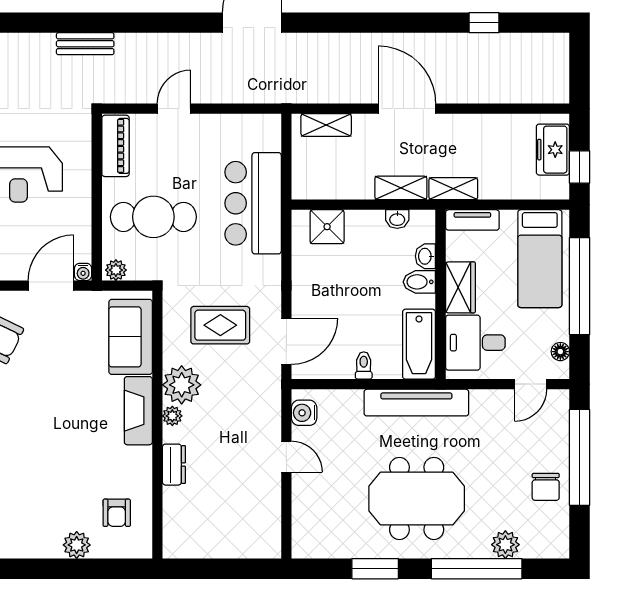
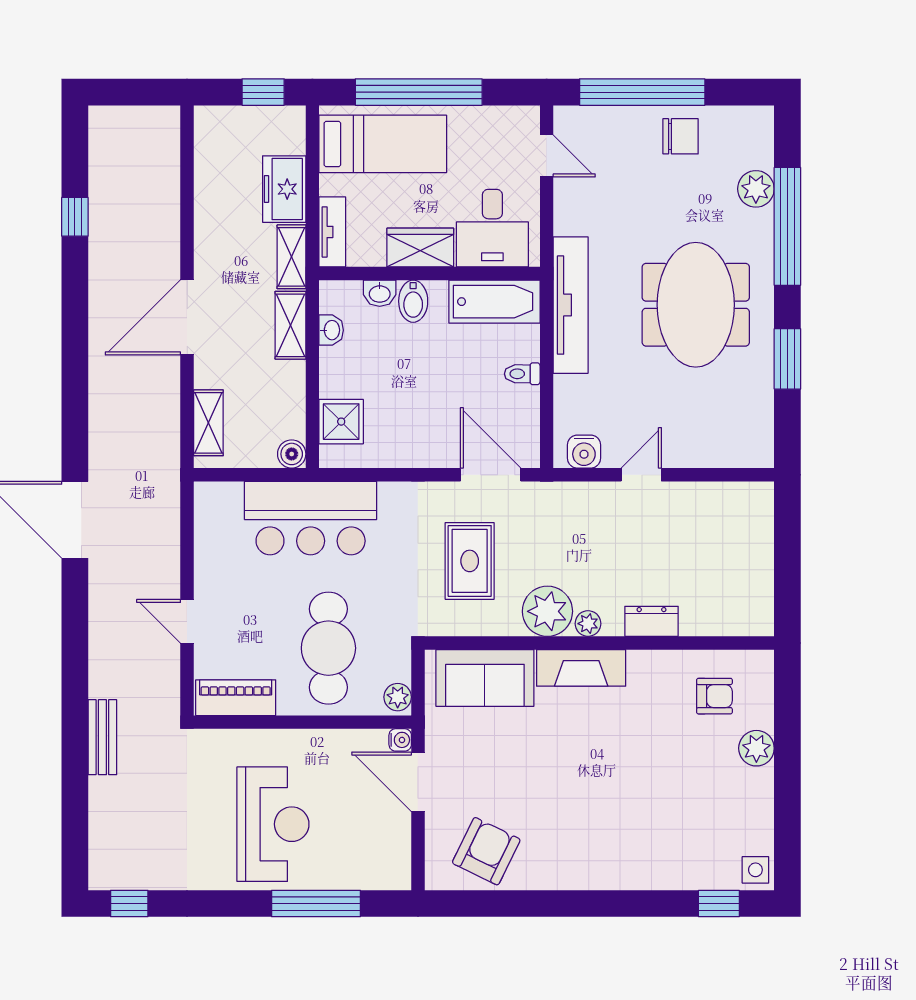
freezer: (553, 150) -> (284, 189), moved, turned 90
boiler: (302, 189) -> (292, 454), added
floor lamp: (560, 352) -> (504, 117), removed

